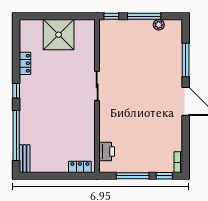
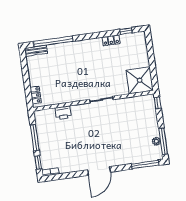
window: (144, 16) -> (163, 141), moved
shower: (59, 35) -> (140, 80), moved
window: (186, 60) -> (145, 164), moved
window: (16, 91) -> (126, 31), moved
printer: (107, 152) -> (63, 113), moved

